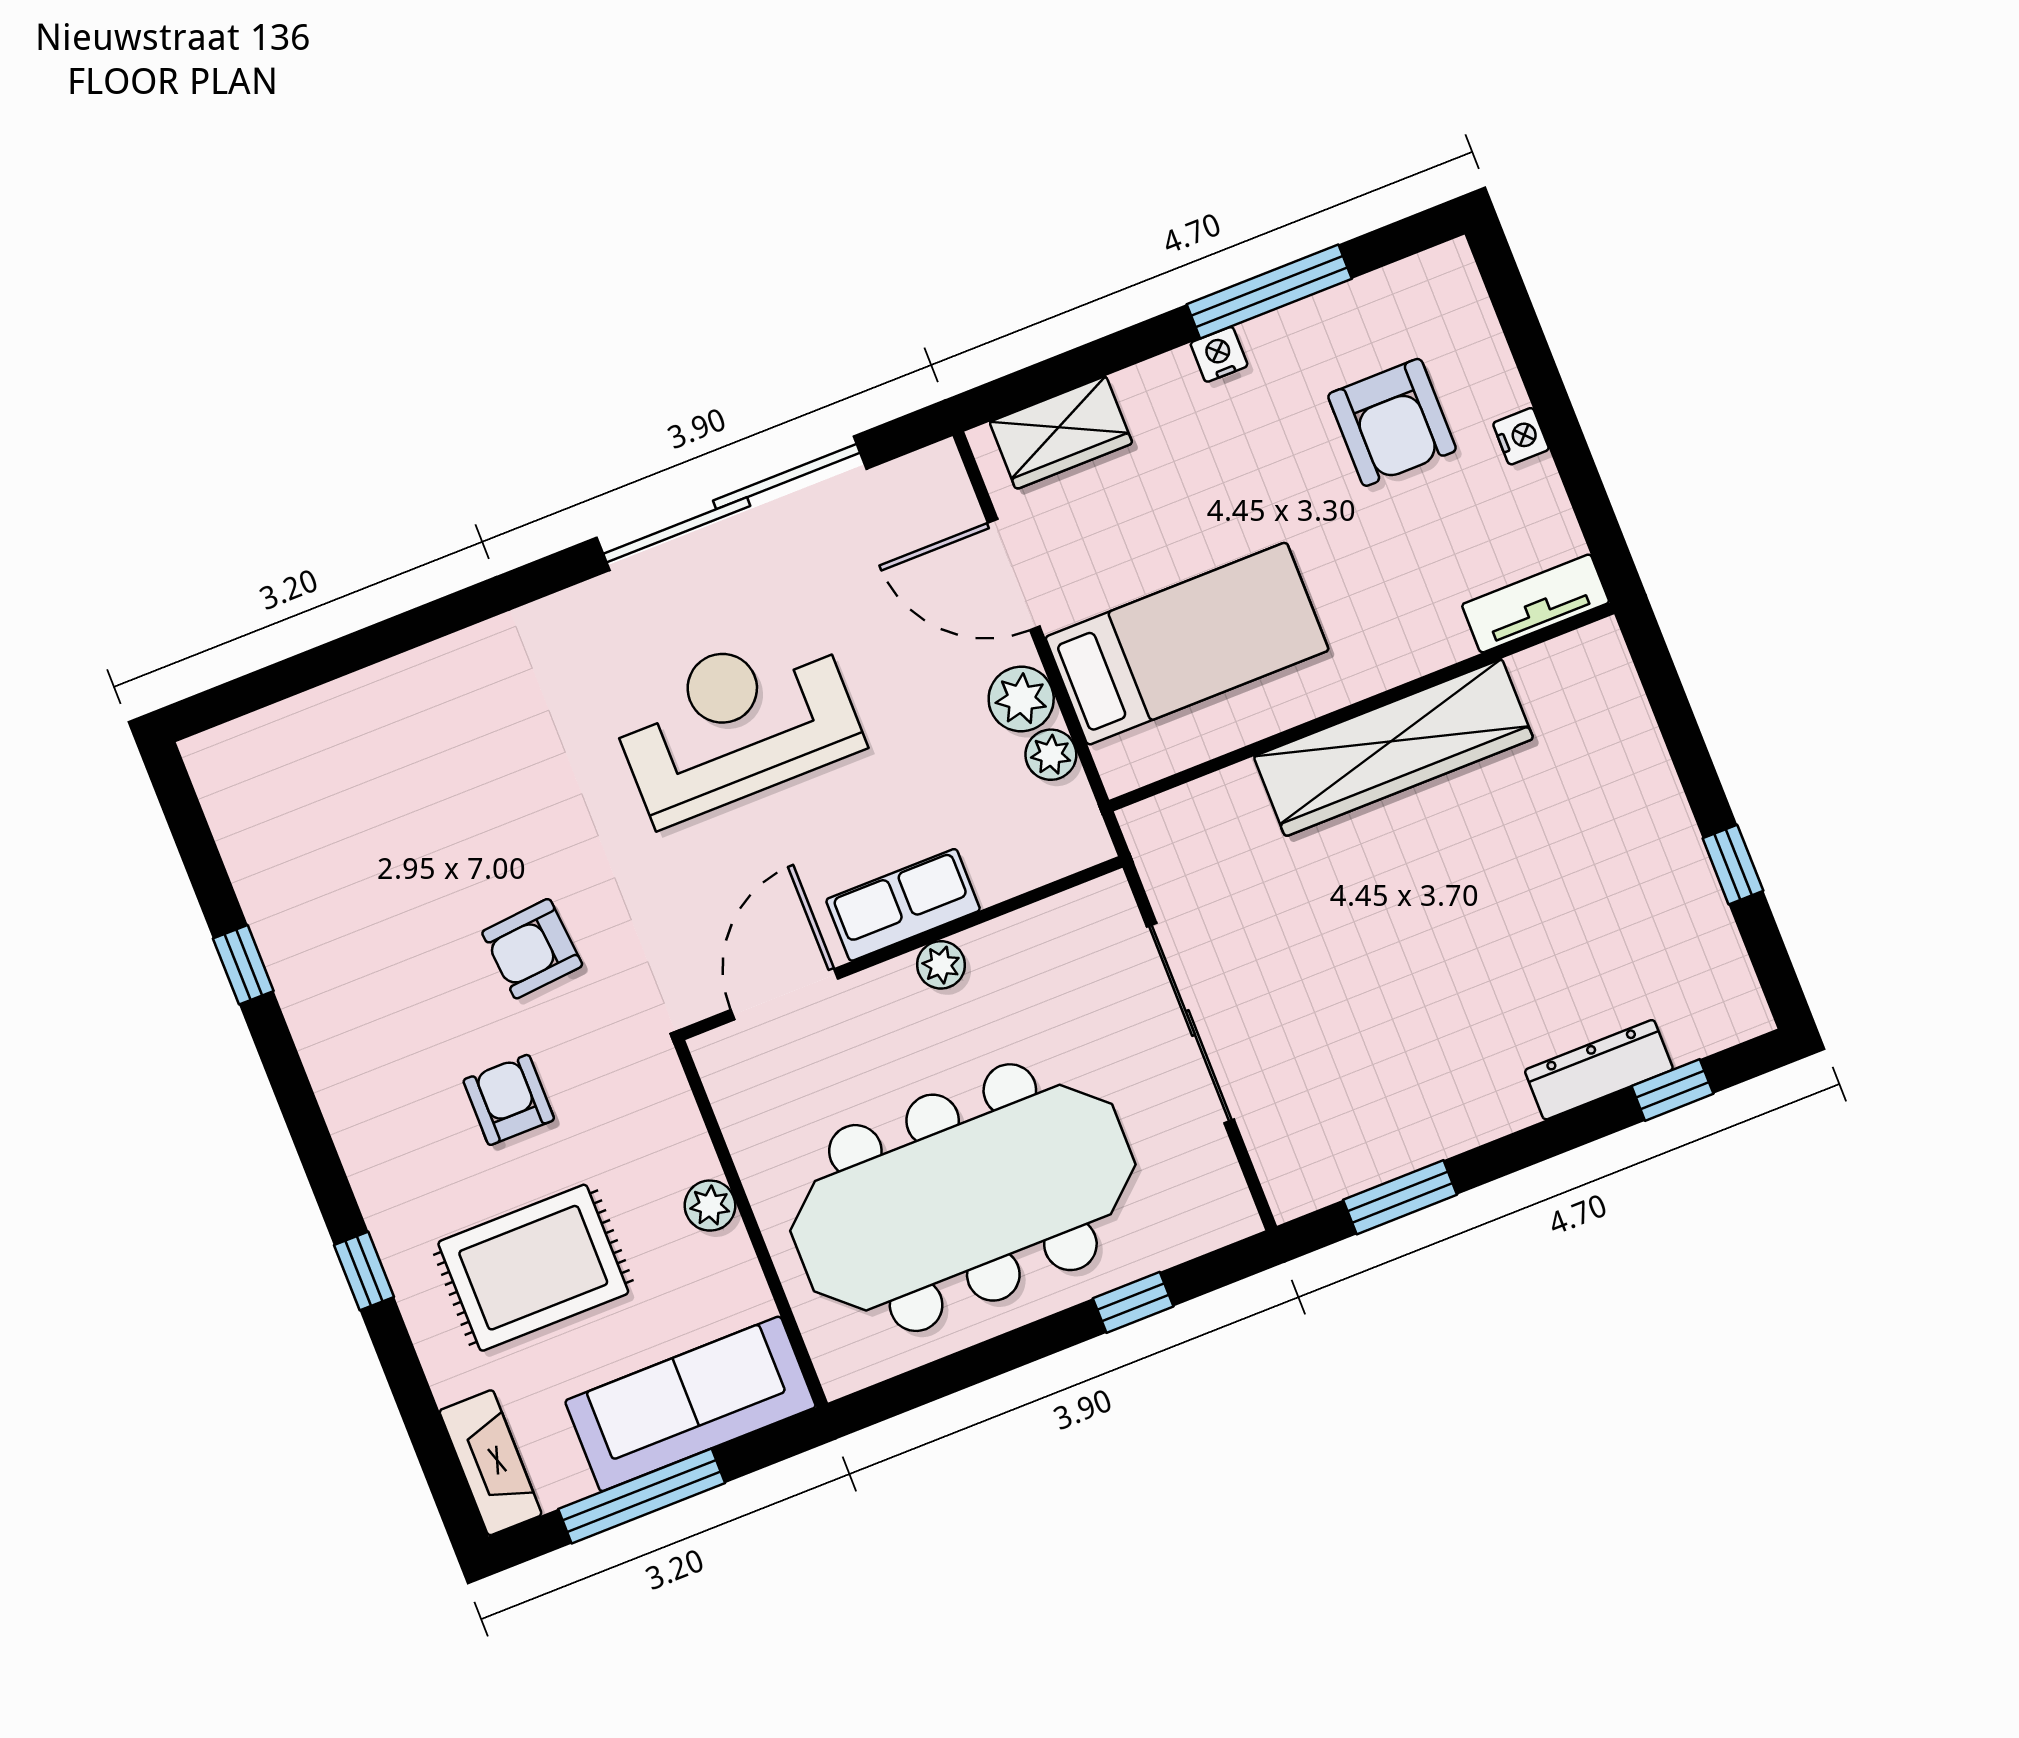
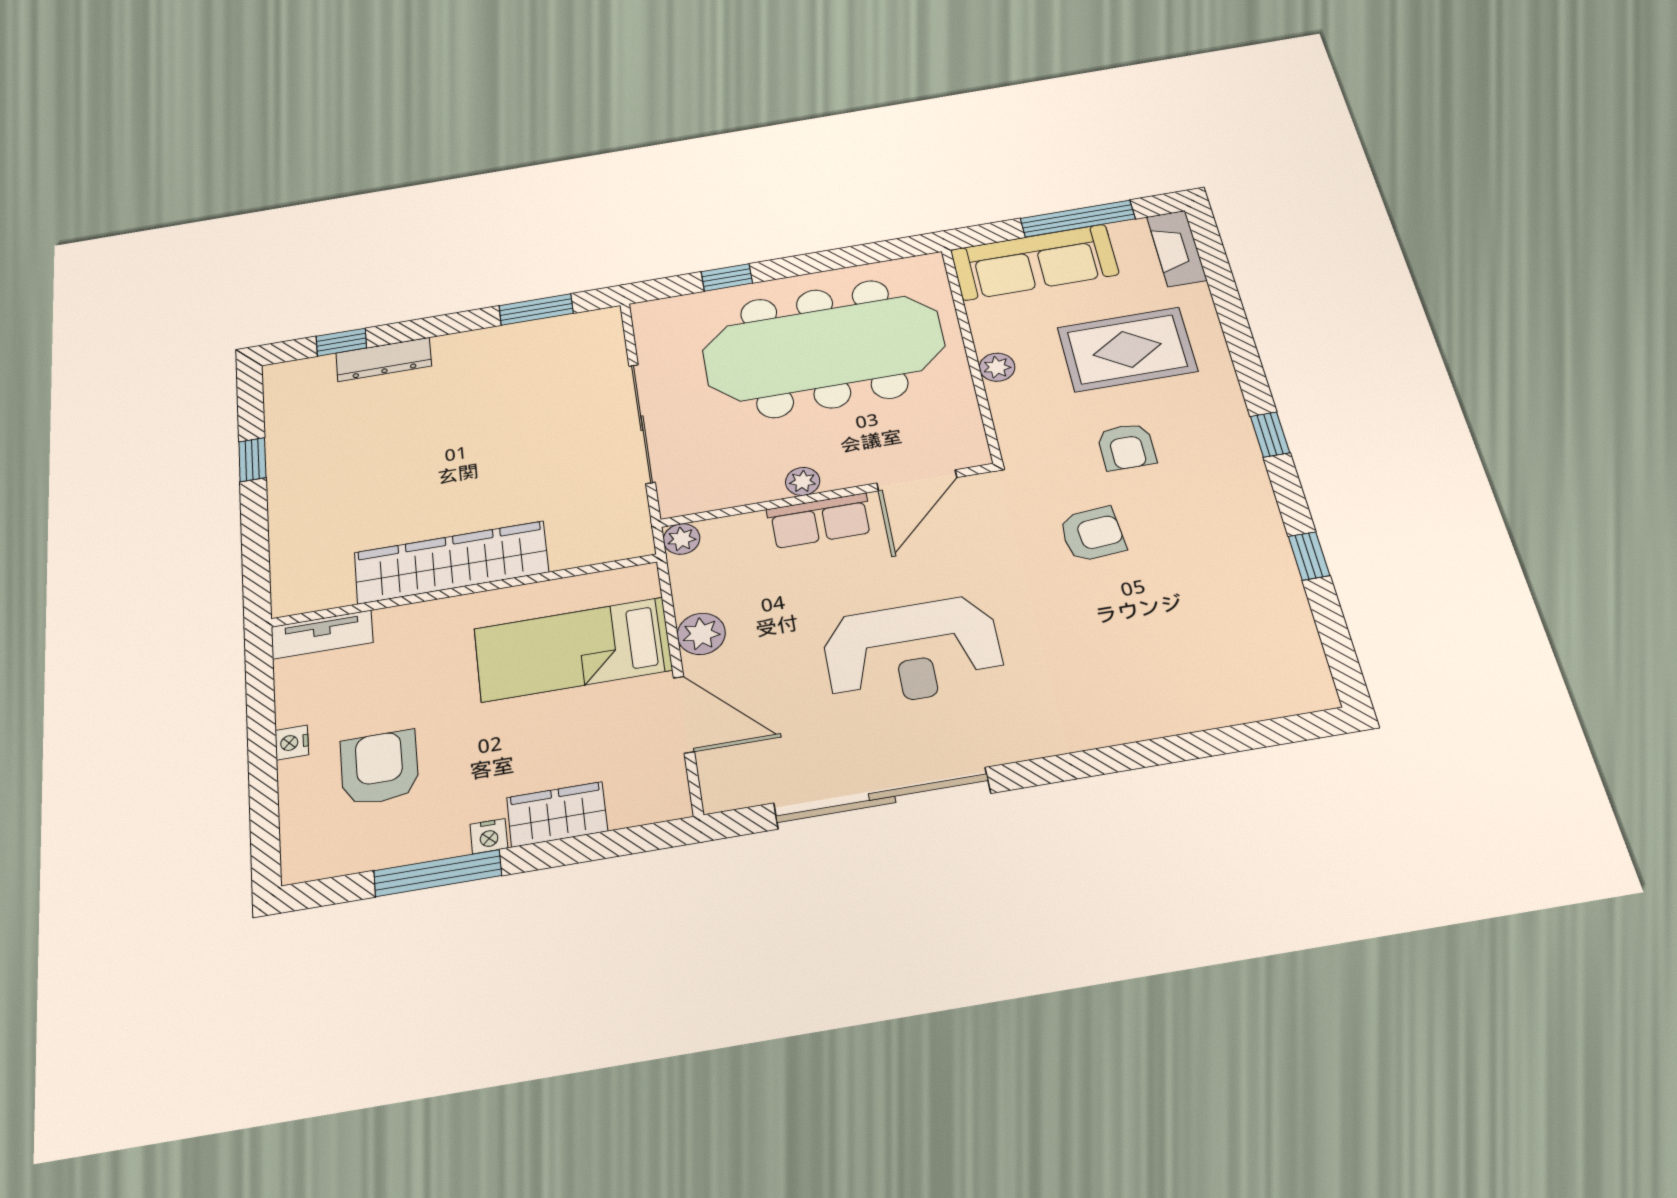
wardrobe: (1061, 433) -> (557, 814), moved
plant: (1051, 755) -> (682, 539), moved
window: (364, 1271) -> (1270, 434), moved

